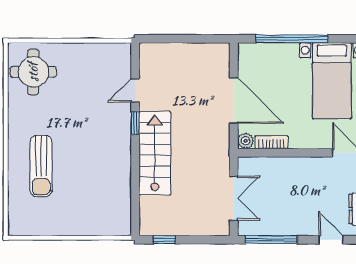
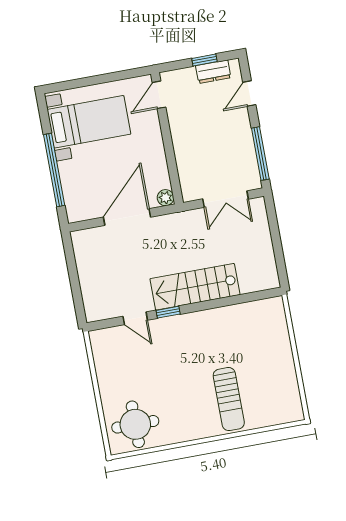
bookcase: (272, 142) -> (162, 171), removed
sun lounger: (41, 166) -> (229, 399), turned 90
double door: (234, 198) -> (226, 199), swing flipped
window: (164, 240) -> (280, 261), removed

